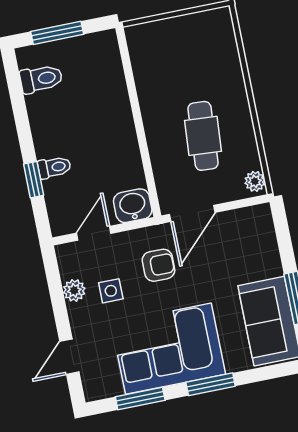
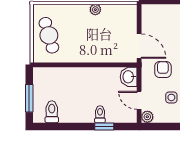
cafe table: (203, 136) -> (49, 35), moved, turned 70
plant: (255, 181) -> (95, 10), moved
plant: (74, 290) -> (147, 117), moved

